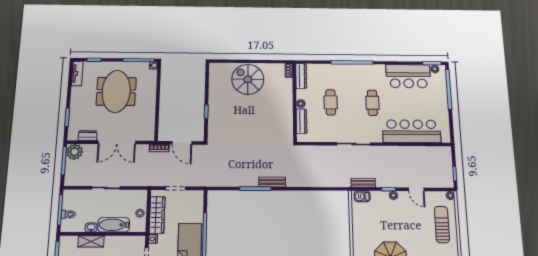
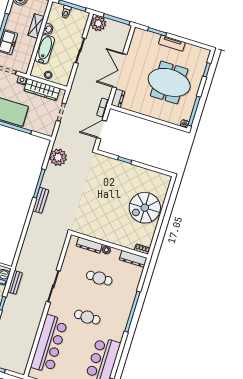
tv unit: (77, 73) -> (172, 43), moved
spiral stairs: (248, 79) -> (145, 208), turned 180
dresser: (88, 136) -> (118, 98), moved
plant: (75, 152) -> (98, 23), moved
plant: (223, 178) -> (58, 157), added

